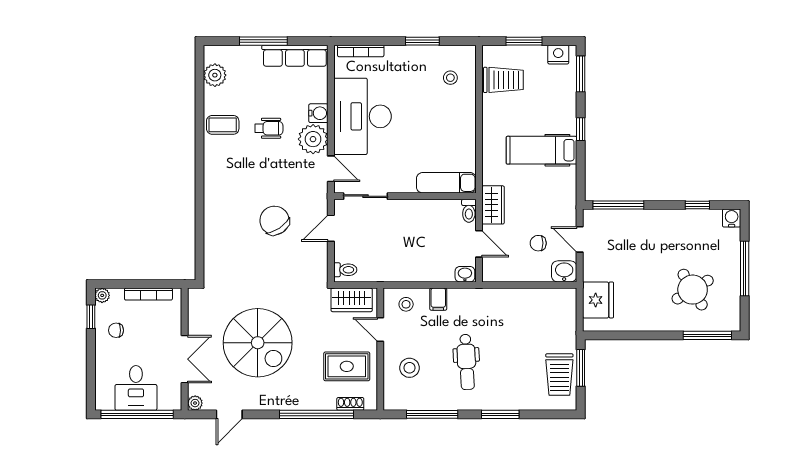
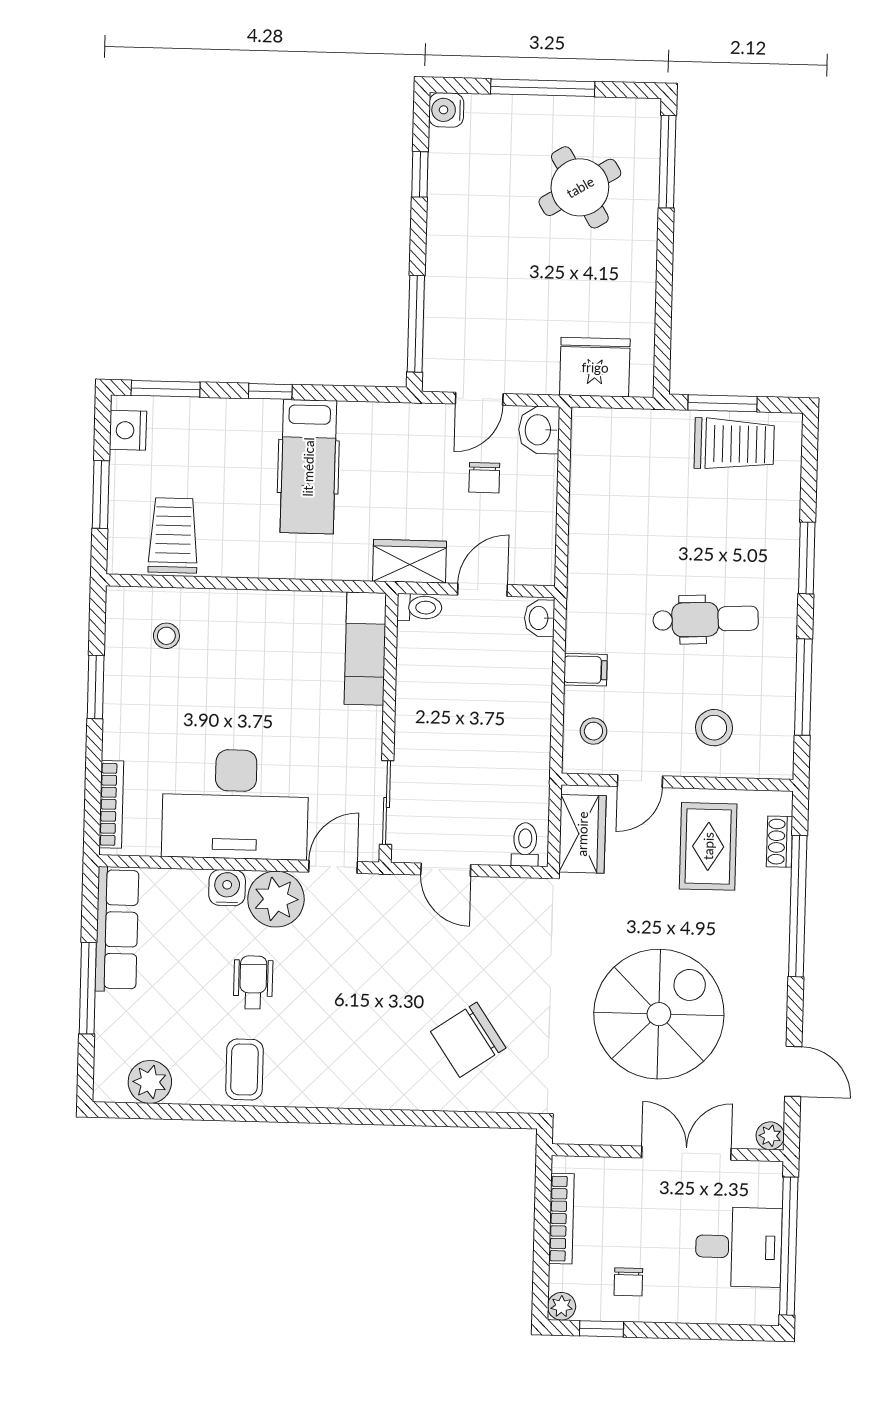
chair: (274, 220) -> (468, 1040), moved

